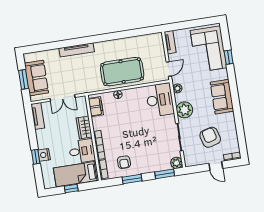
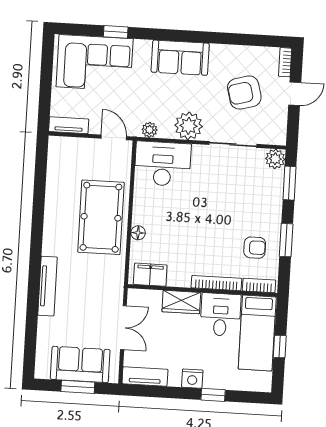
nightstand: (44, 155) -> (192, 379), moved

